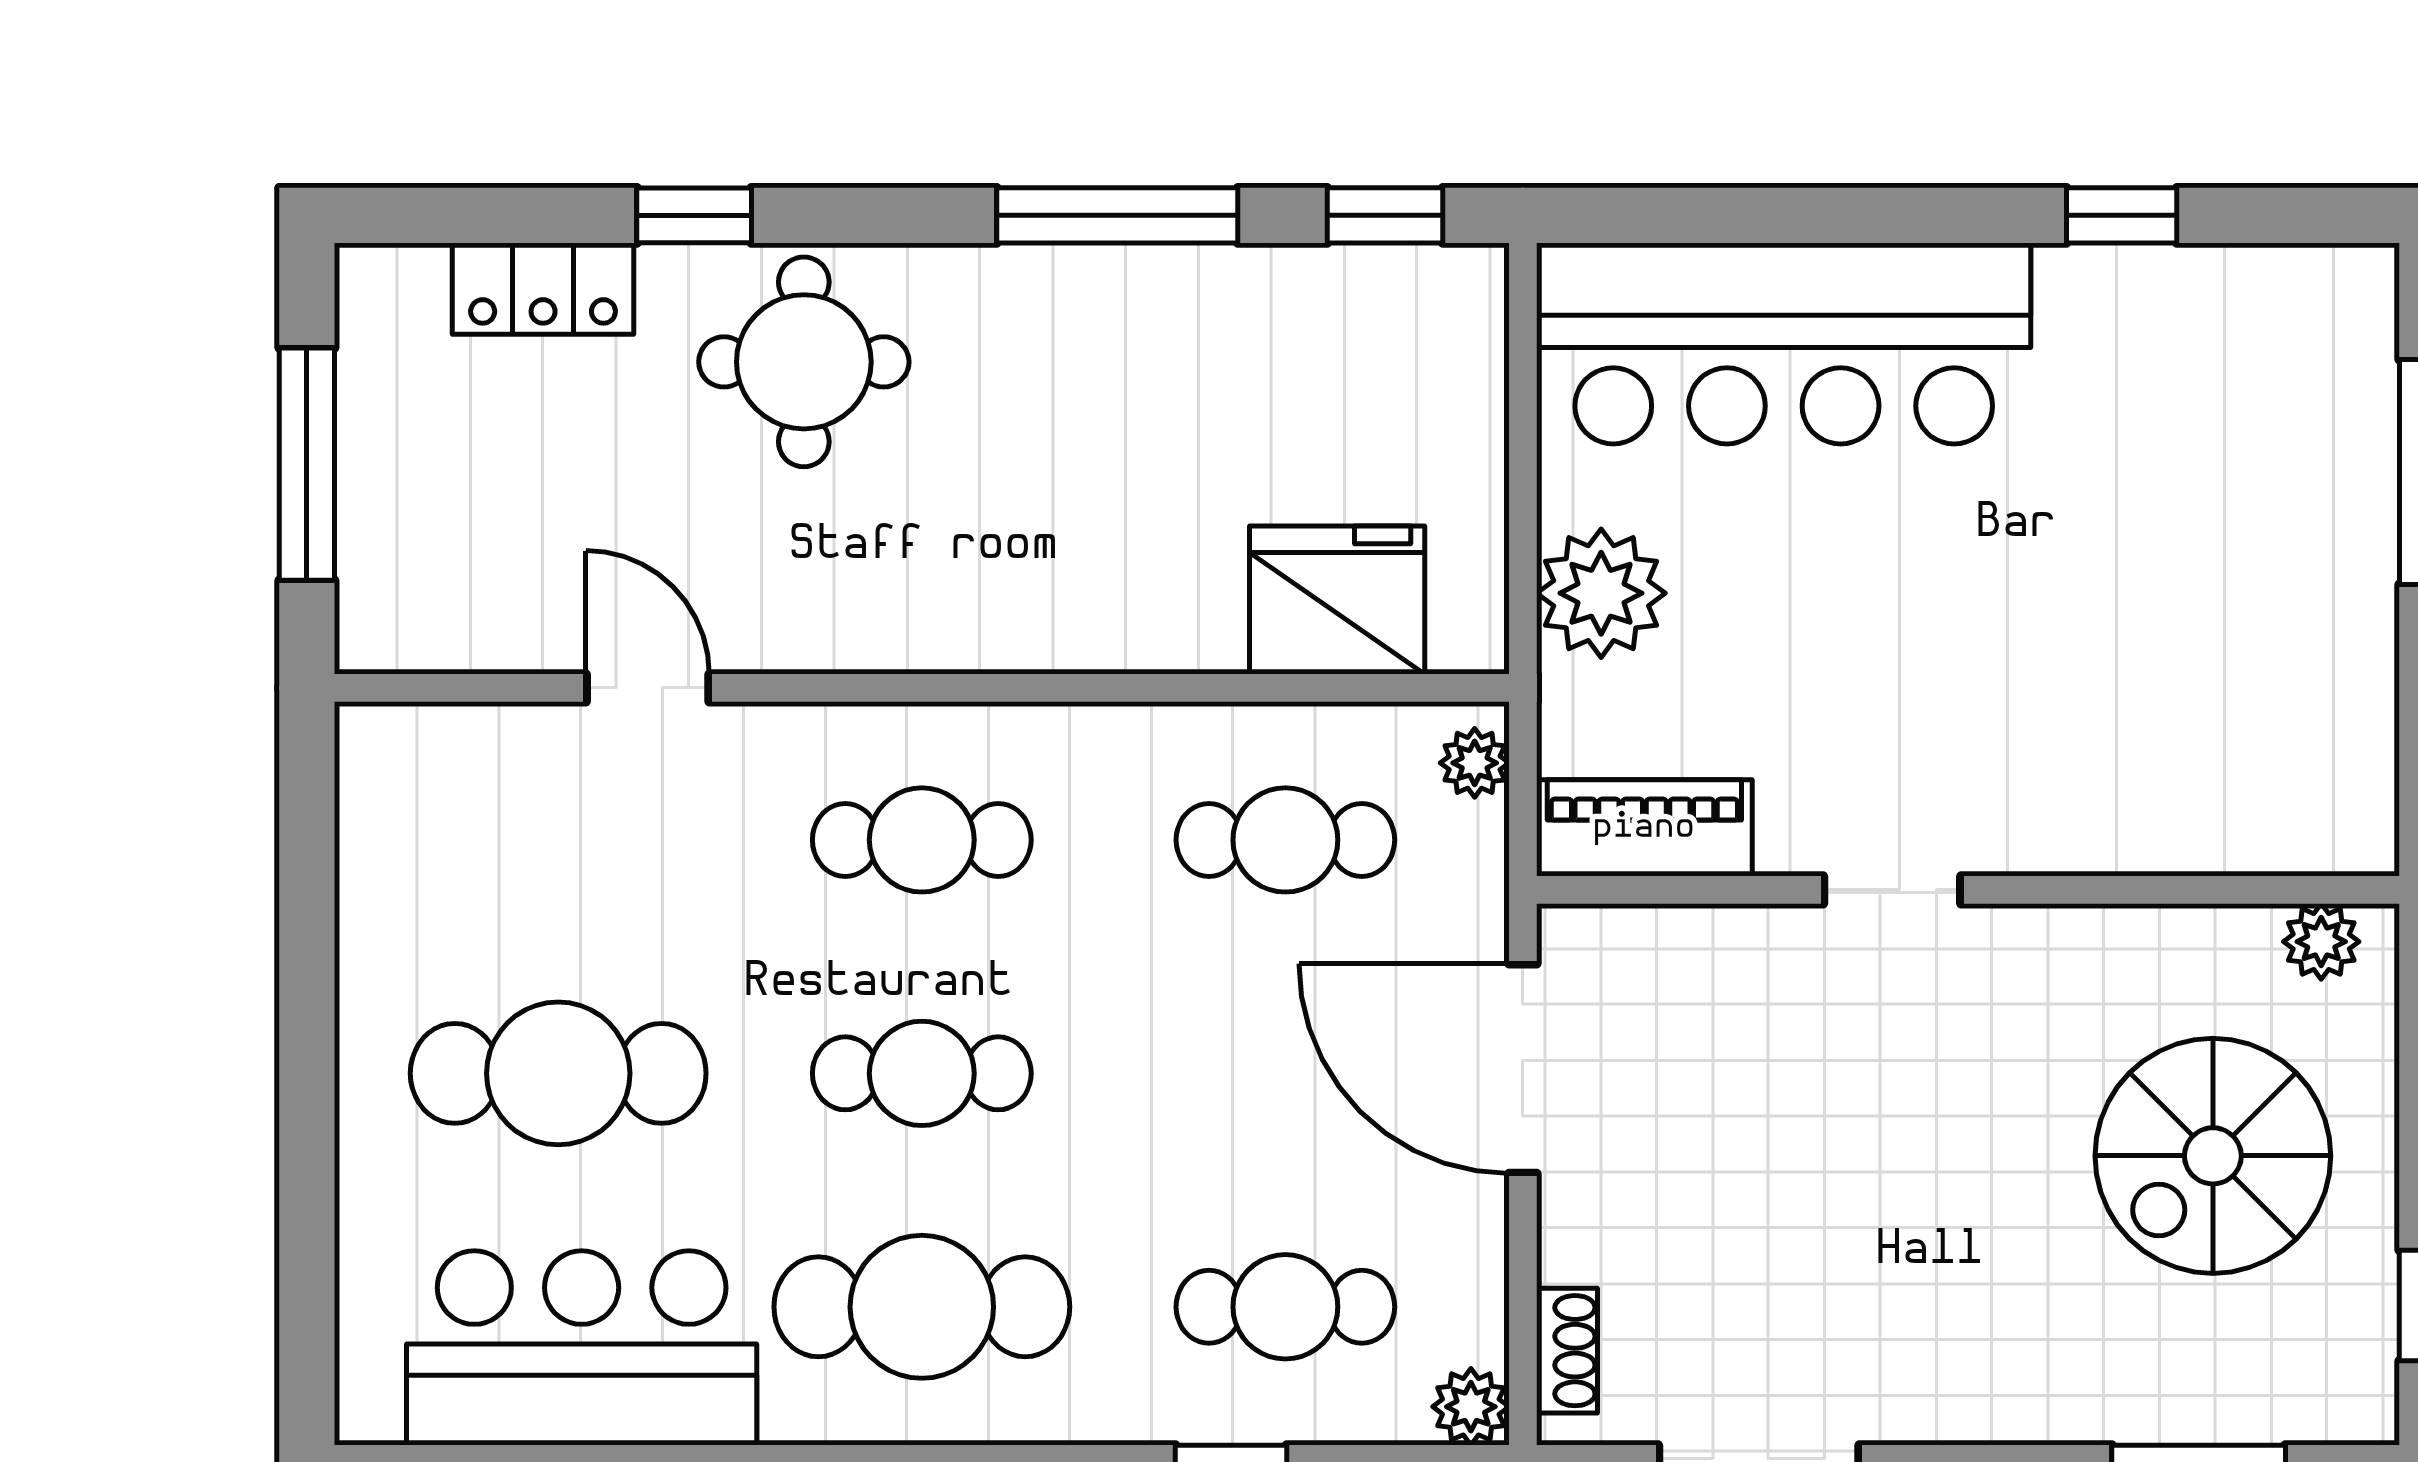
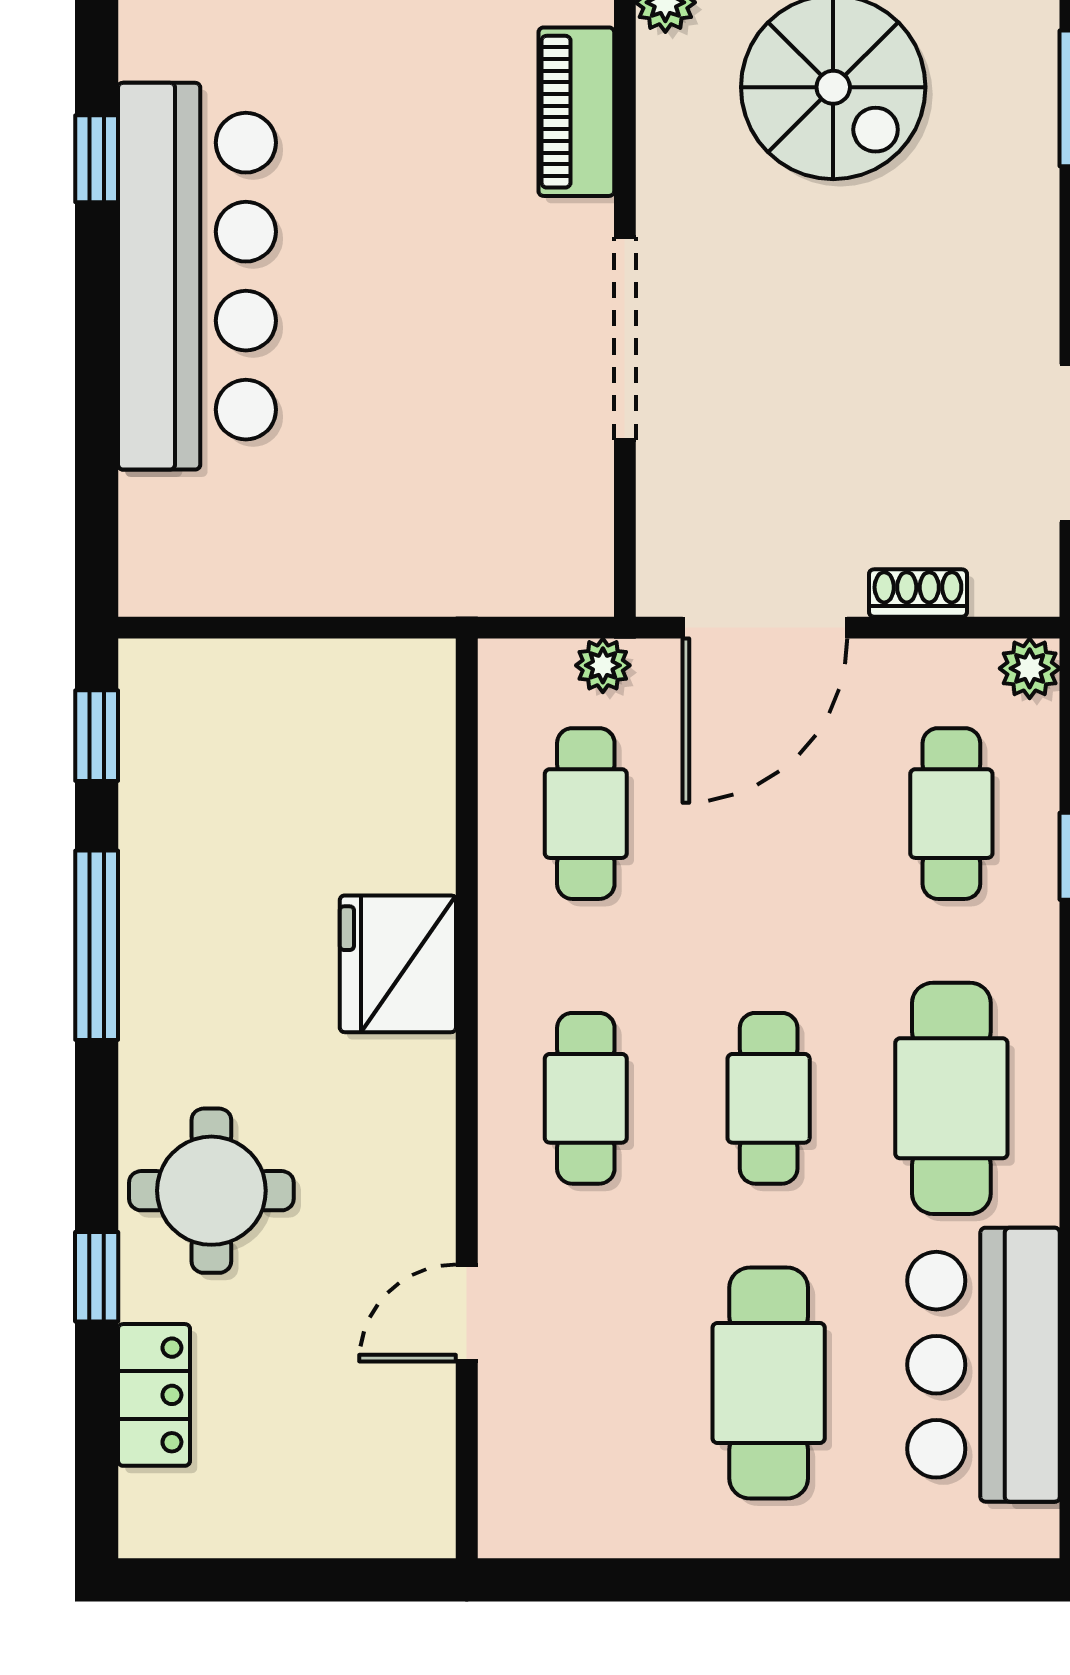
bar counter: (1784, 343) -> (197, 276), moved
window: (307, 464) -> (291, 1580), removed
plant: (1601, 593) -> (393, 566), removed
fridge: (1337, 600) -> (398, 964), moved
plant: (1475, 763) -> (603, 665), moved
piano: (1644, 828) -> (576, 112), moved
doorway: (1892, 890) -> (625, 338), width x1.87
shoe rack: (1567, 1351) -> (918, 593), moved

